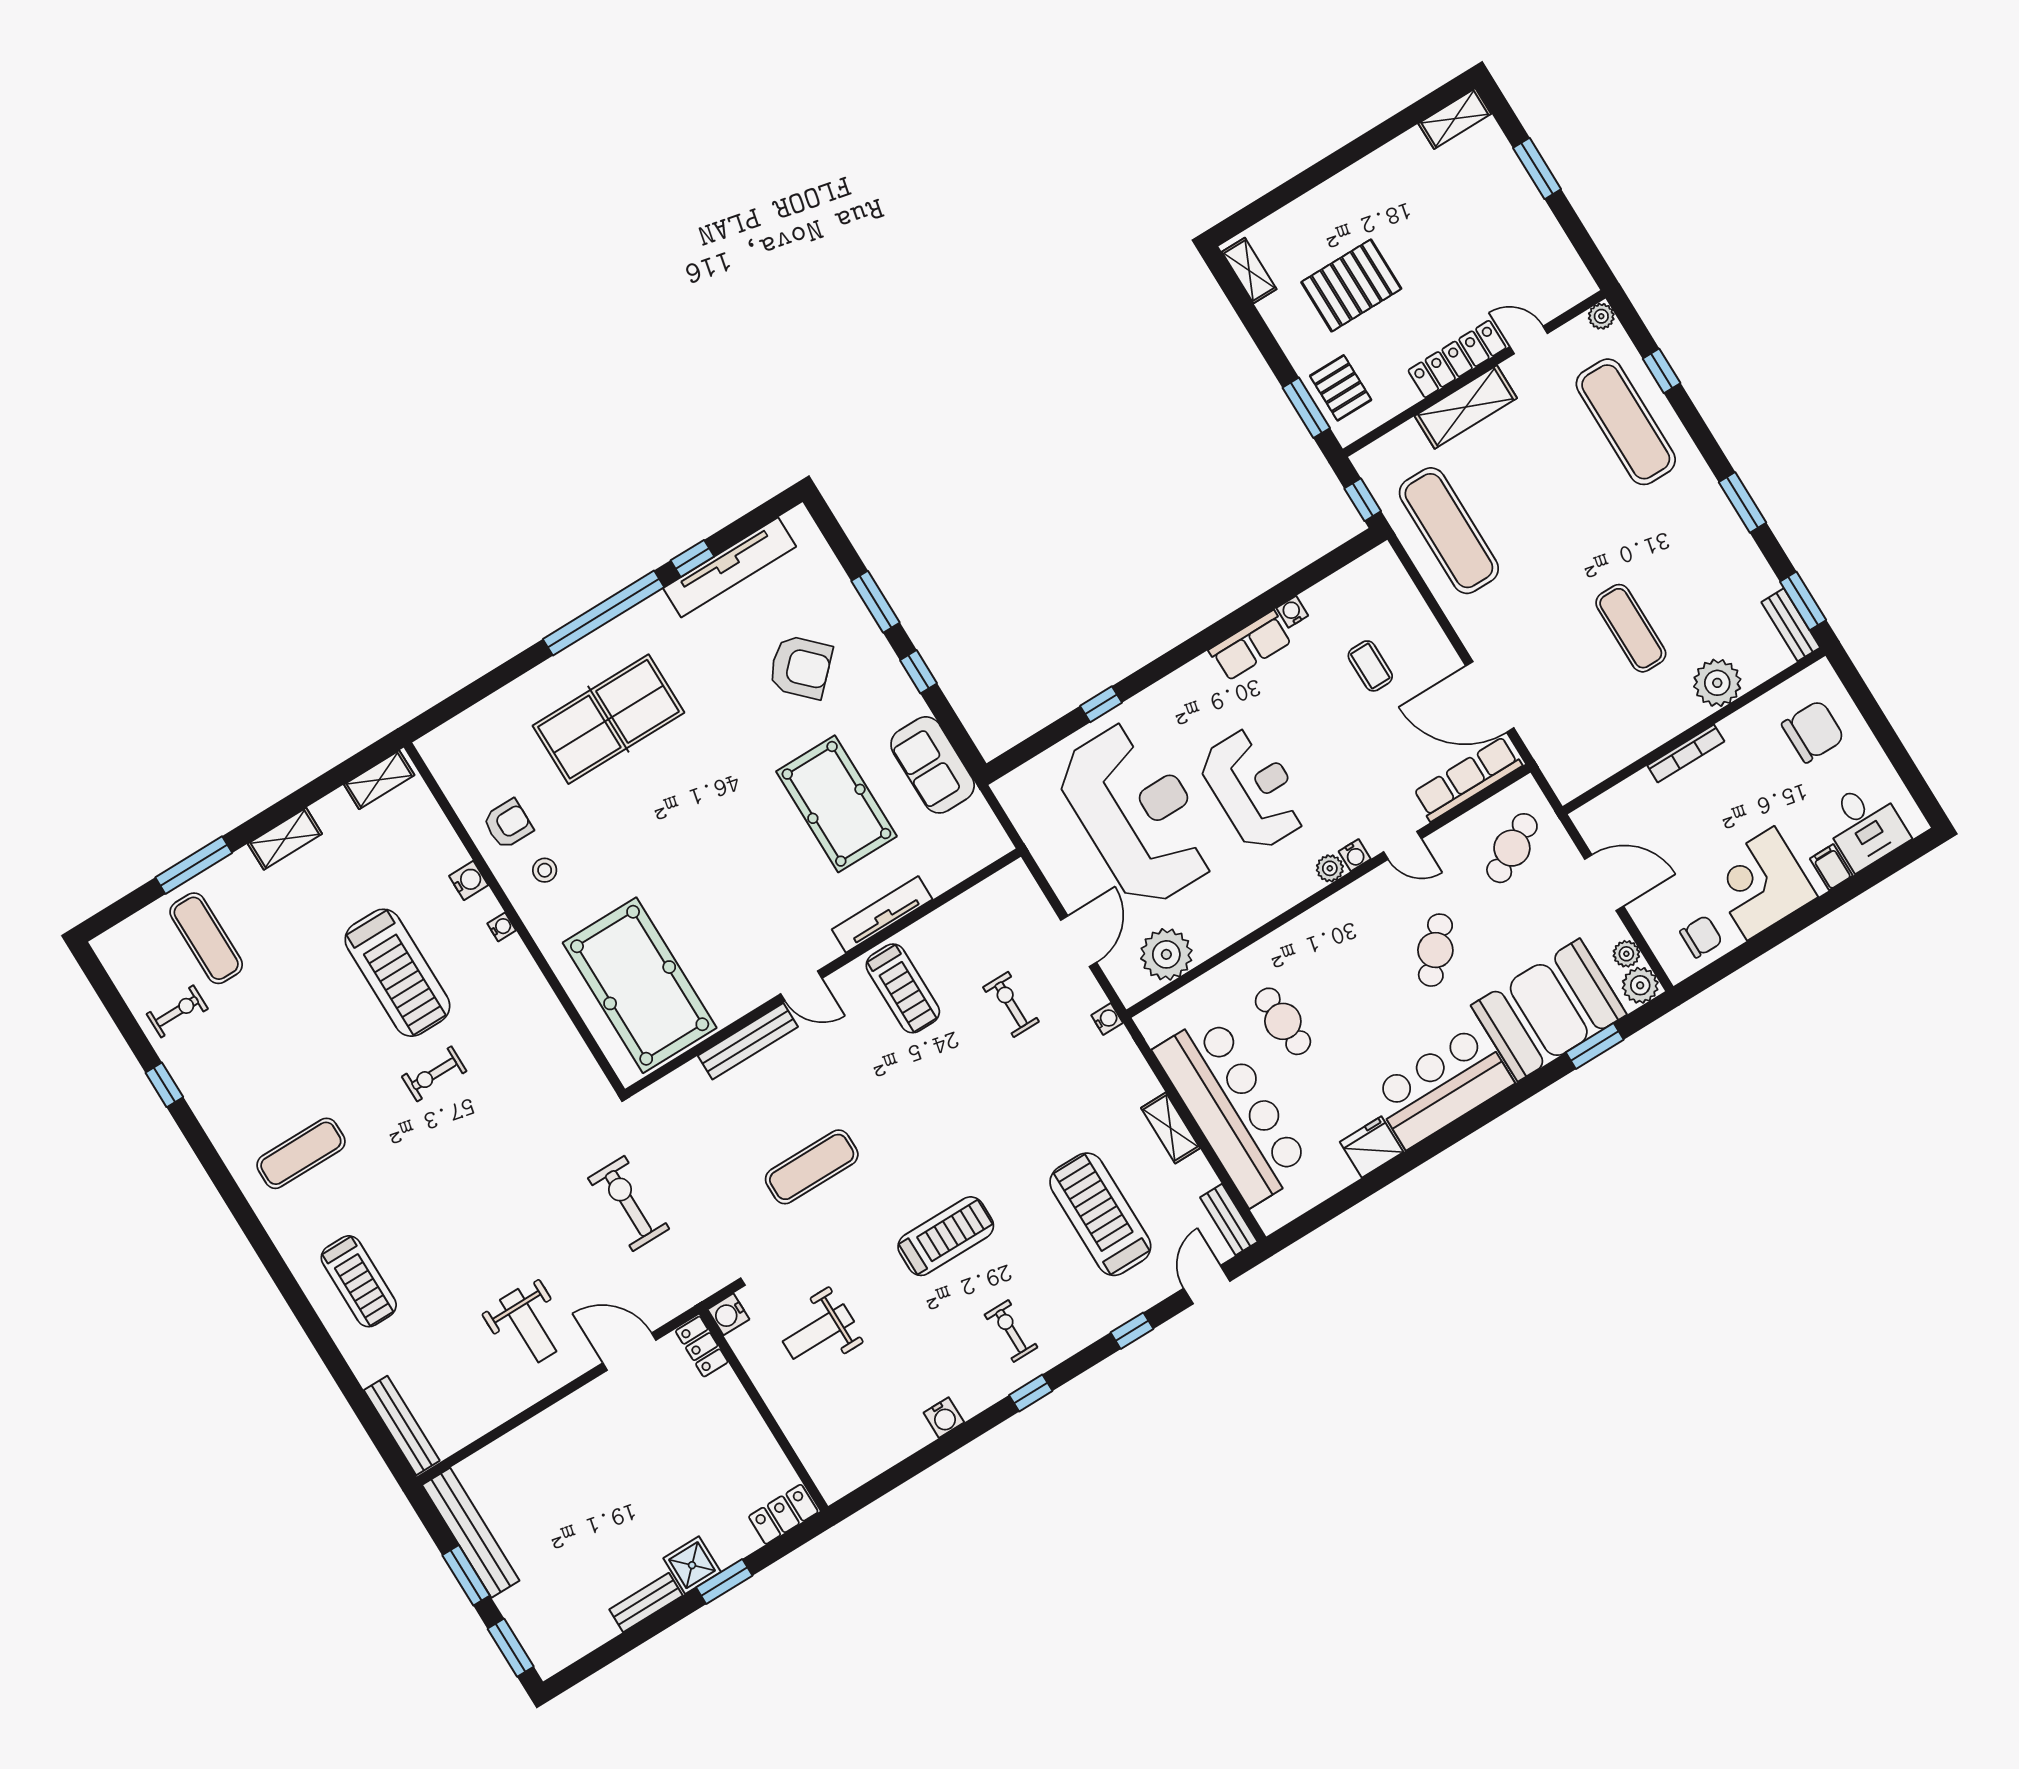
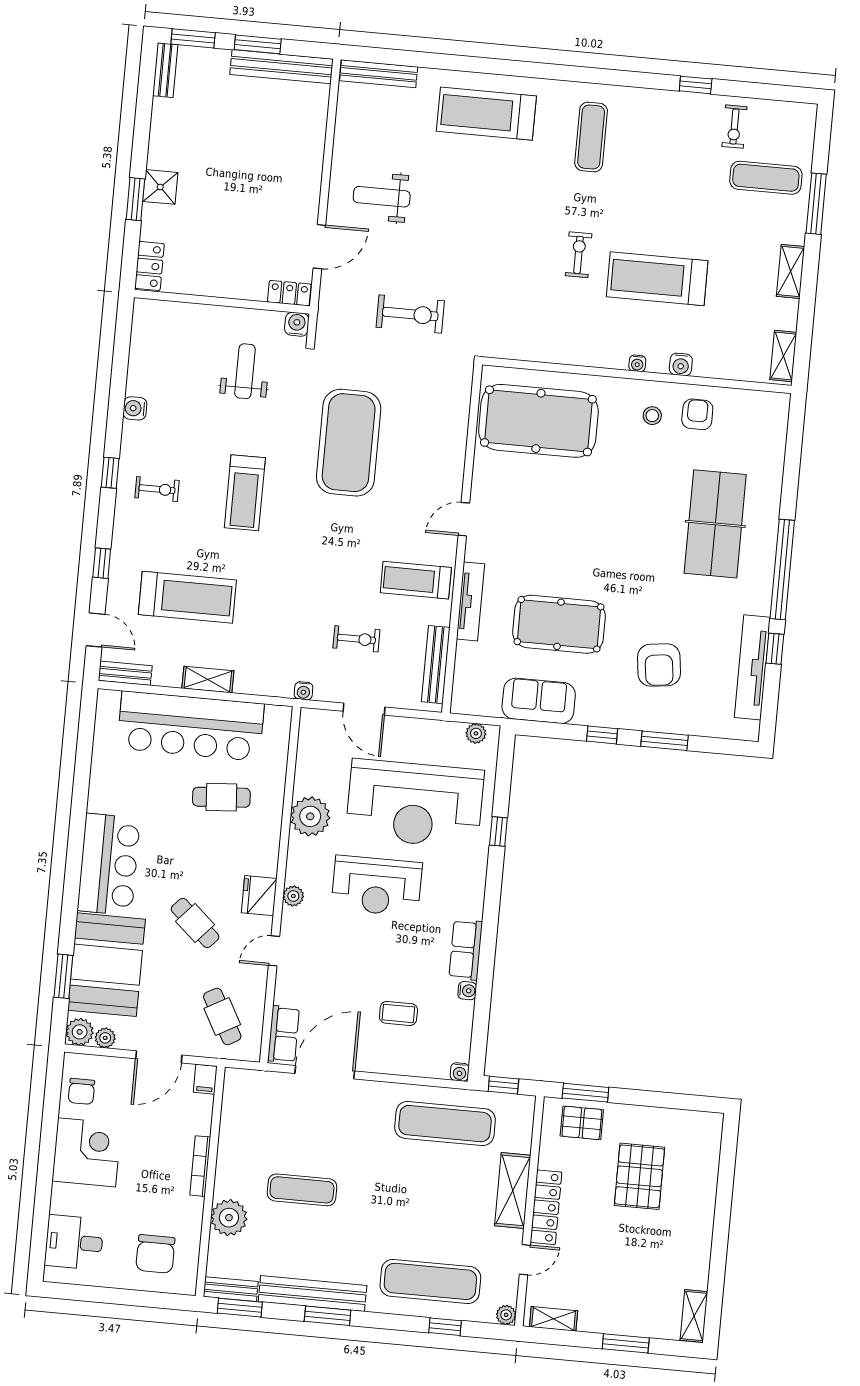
shelving: (1249, 271) -> (554, 1319), moved
bench: (1731, 536) -> (313, 1294), added
armchair: (800, 667) -> (659, 665), turned -52
row of seats: (1467, 779) -> (284, 1034), width x0.68
plant: (1016, 805) -> (476, 733), added
armchair: (508, 824) -> (697, 414), turned 180
water cooler: (1355, 855) -> (460, 1072), moved, turned -90
filing cabinet: (1831, 867) -> (205, 1079), moved, turned 90
plant: (1166, 954) -> (310, 816), moved
bench: (748, 1041) -> (436, 665), moved
fridge: (1372, 1147) -> (259, 896), moved, turned 180
exercise mat: (812, 1167) -> (349, 443), width x2.00, depth x1.45
treadmill: (359, 1281) -> (486, 114), width x1.37, depth x1.38
bench: (646, 1602) -> (165, 70), moved

